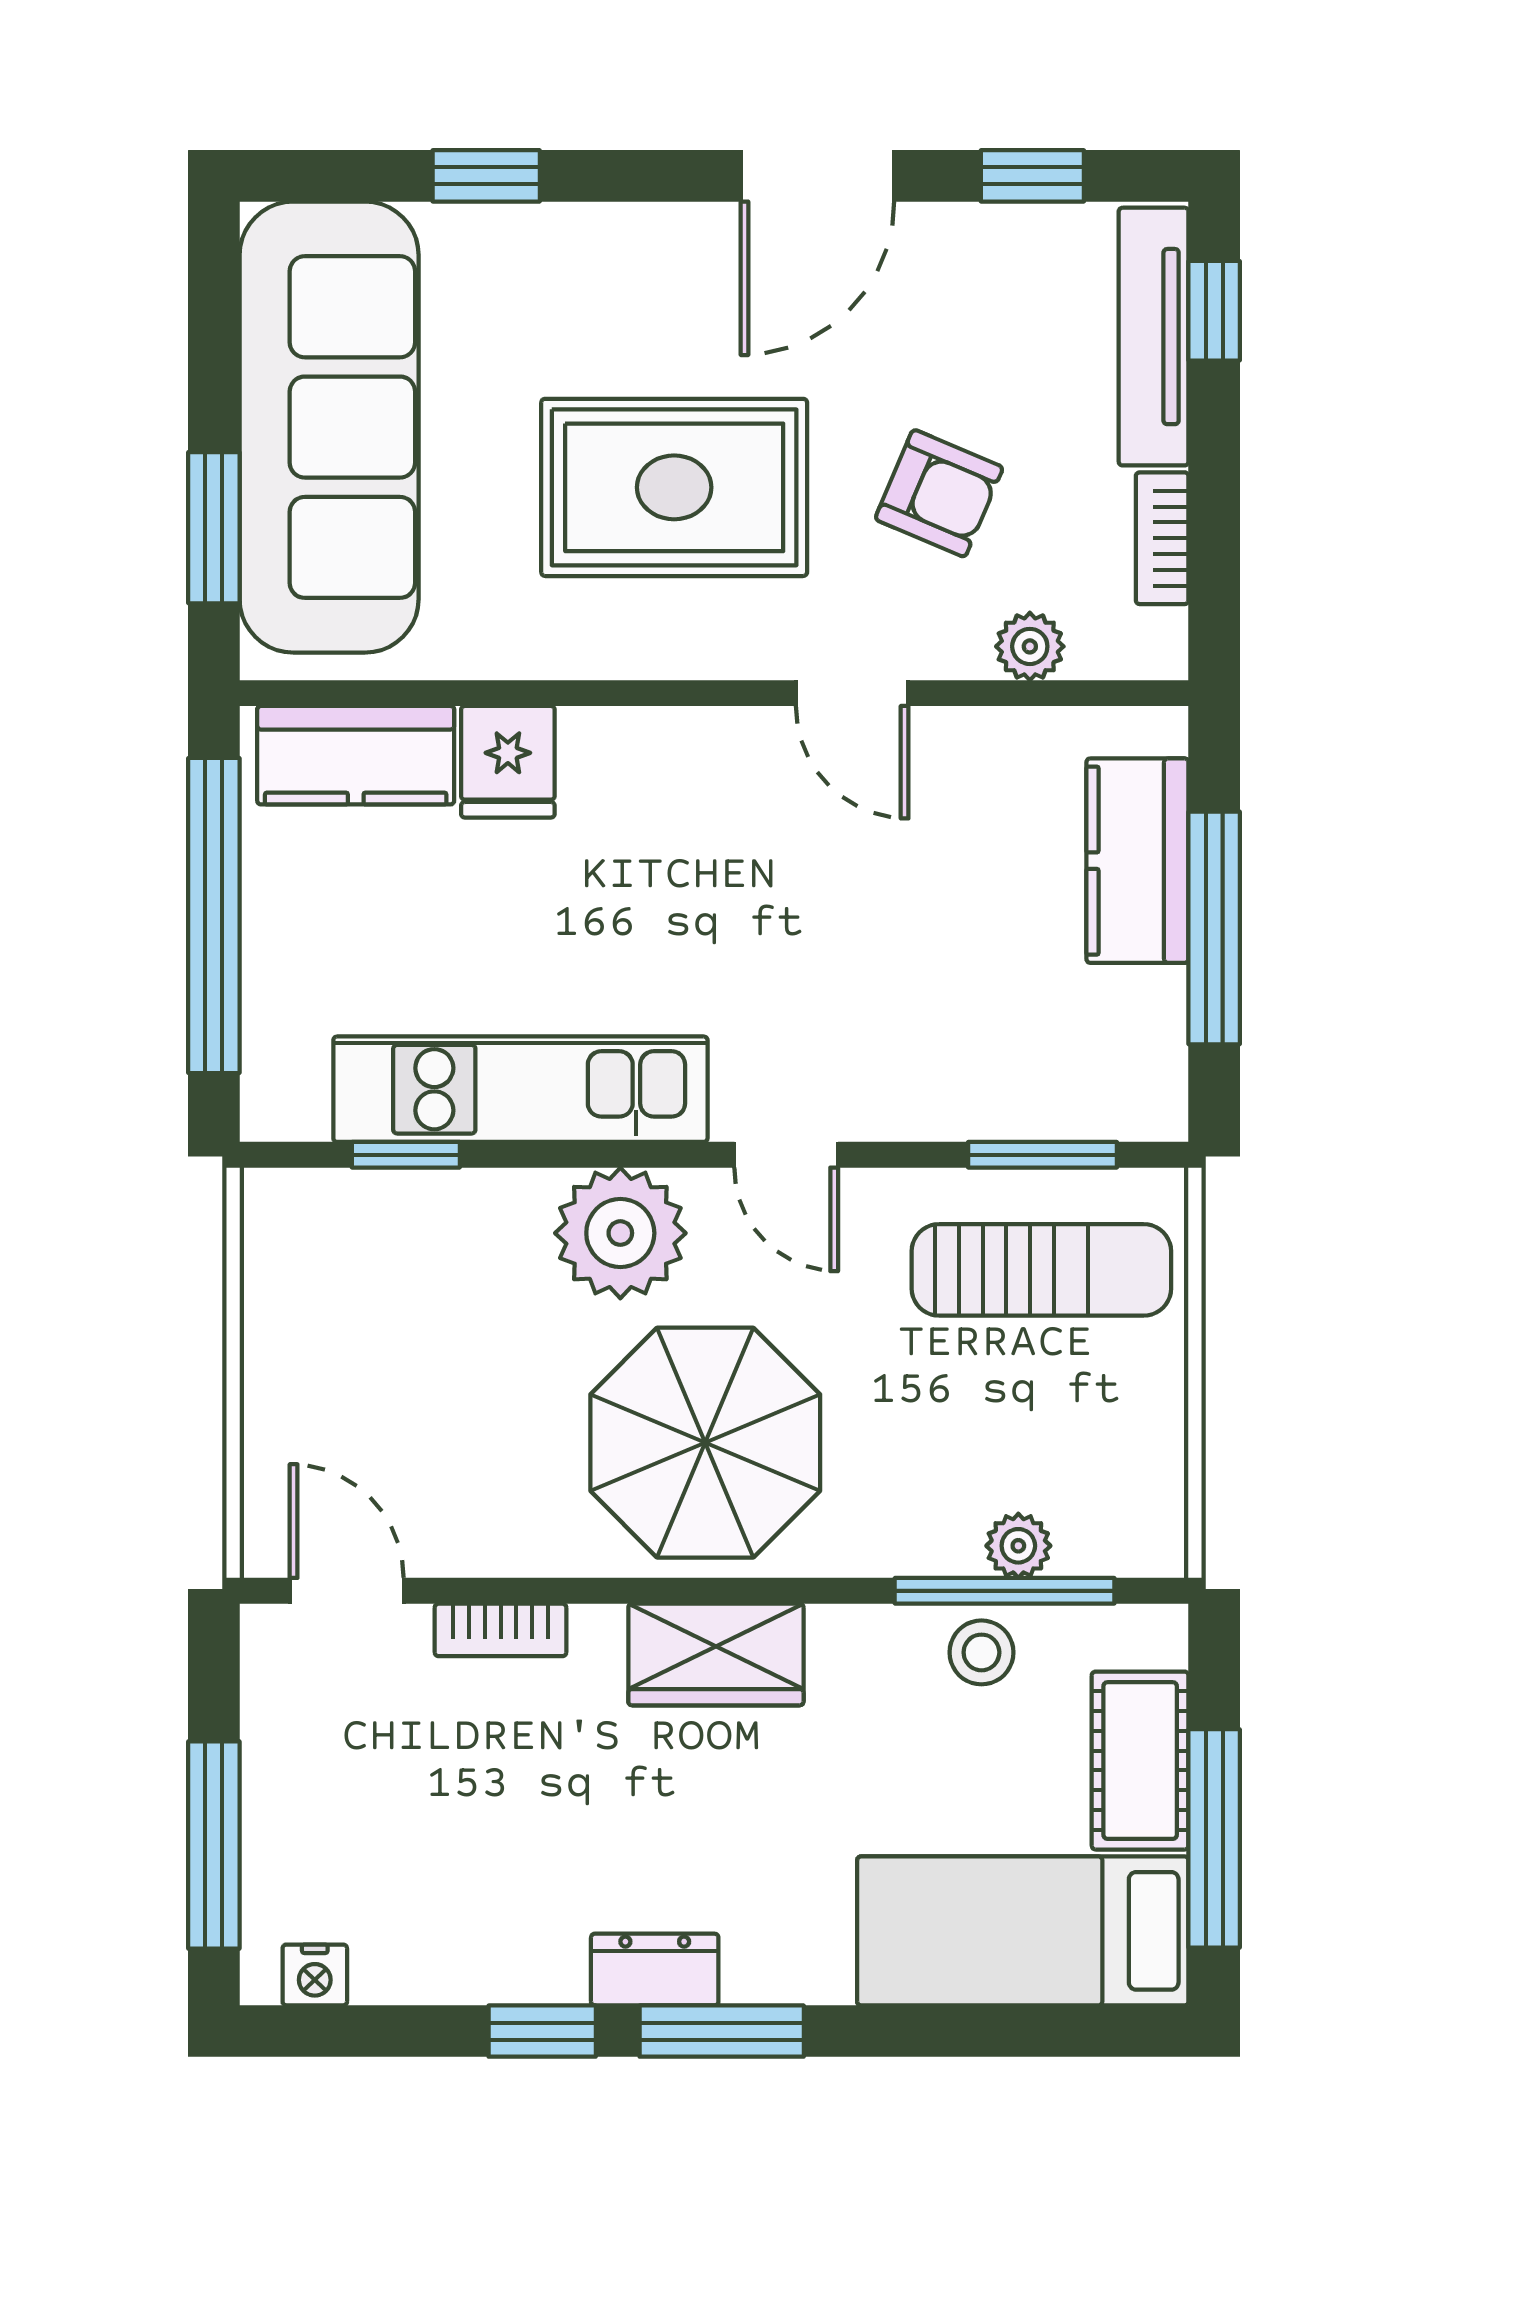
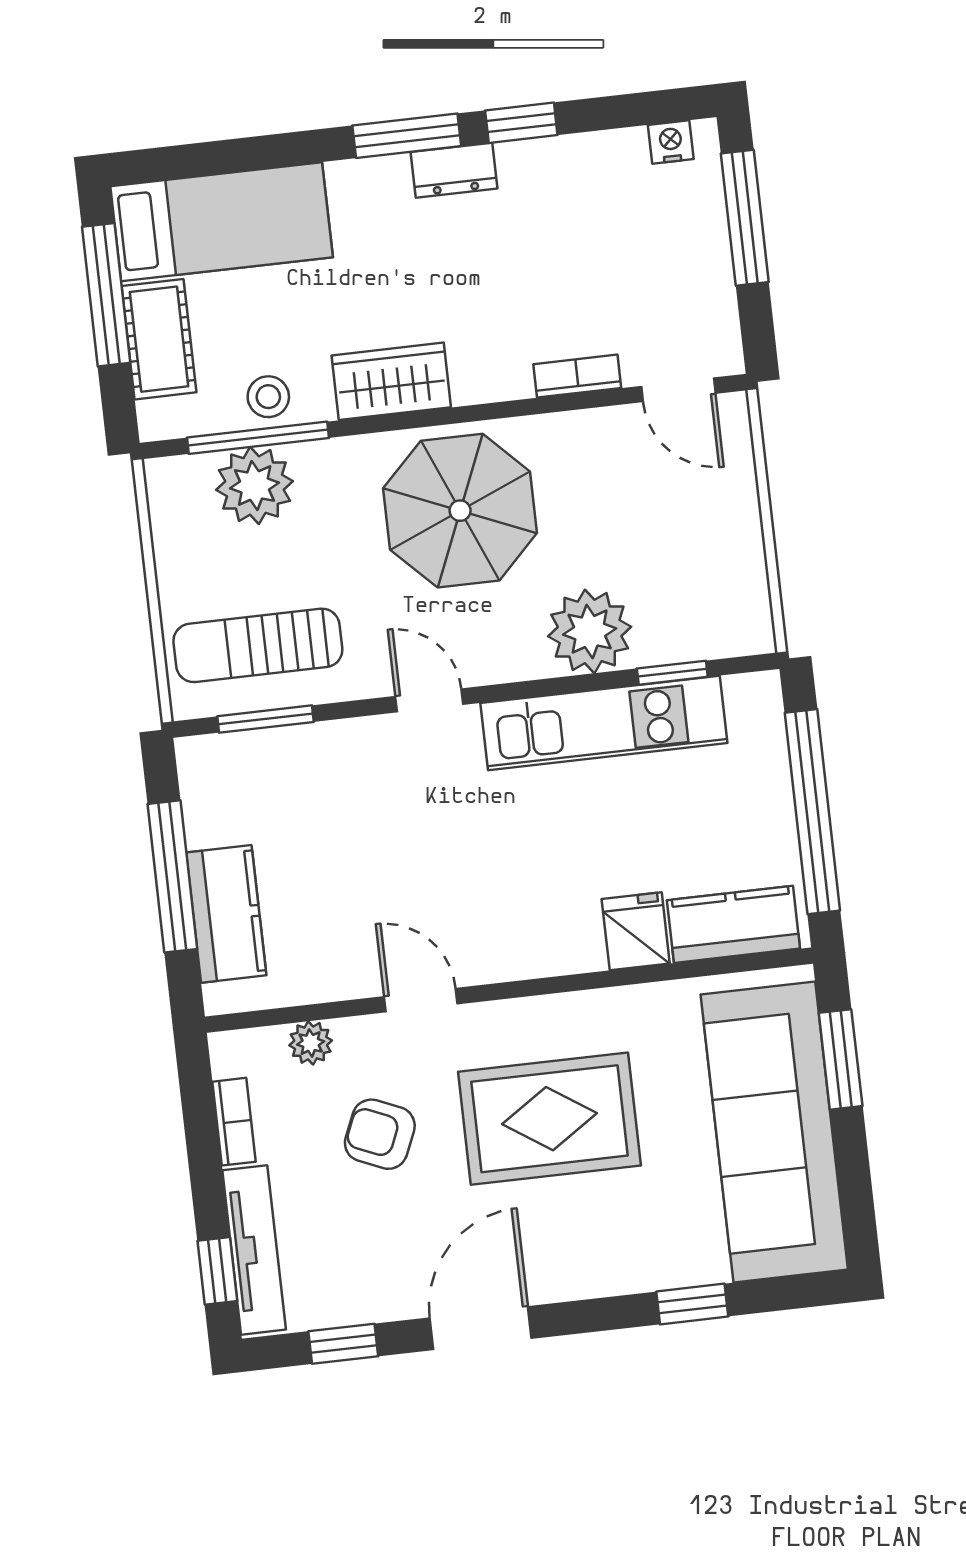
plant: (620, 1233) -> (590, 631), moved
plant: (1018, 1546) -> (255, 485), width x1.88, depth x1.88
wardrobe: (716, 1654) -> (391, 381), moved

